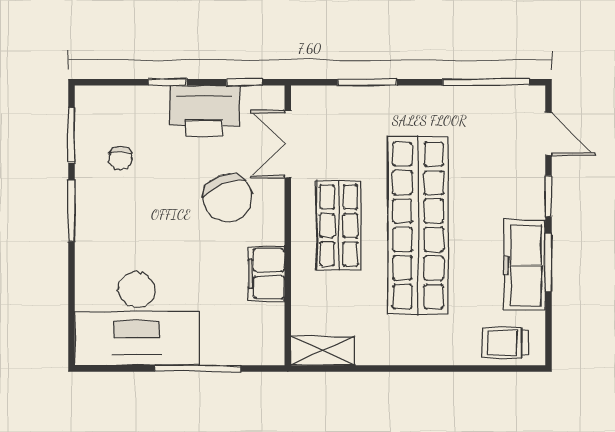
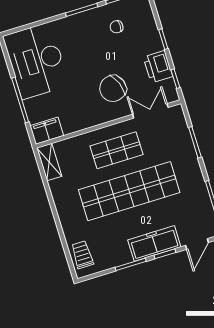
printer: (204, 111) -> (158, 67), width x0.73, depth x0.84
freezer: (524, 265) -> (154, 243), moved
filing cabinet: (266, 274) -> (47, 131), moved

